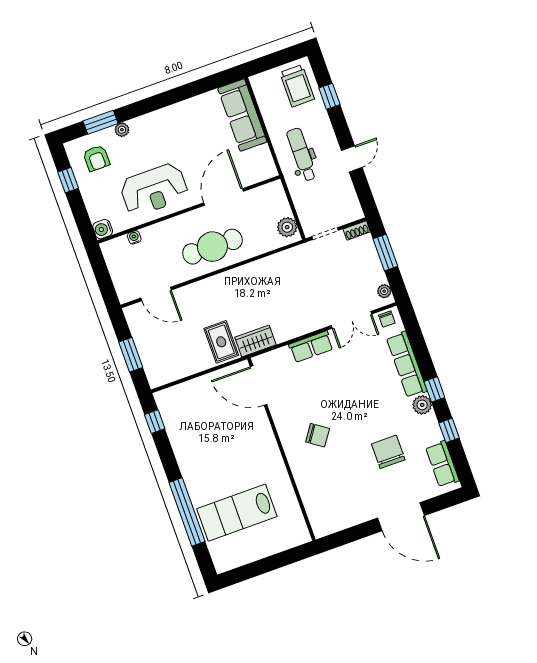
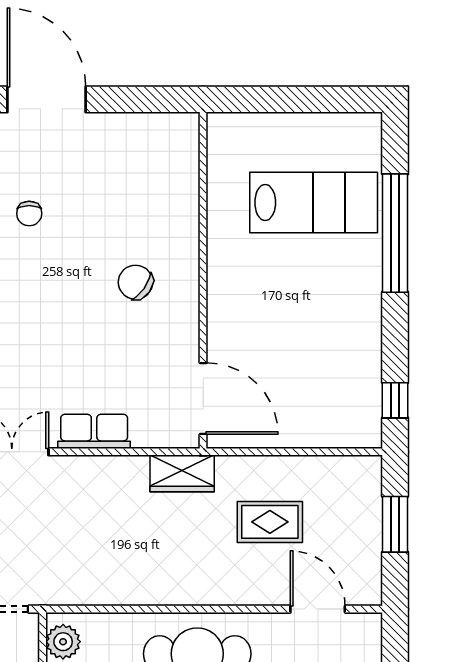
rug: (221, 342) -> (270, 522), moved, turned 90
chair: (388, 452) -> (29, 213), width x0.54, depth x0.54

